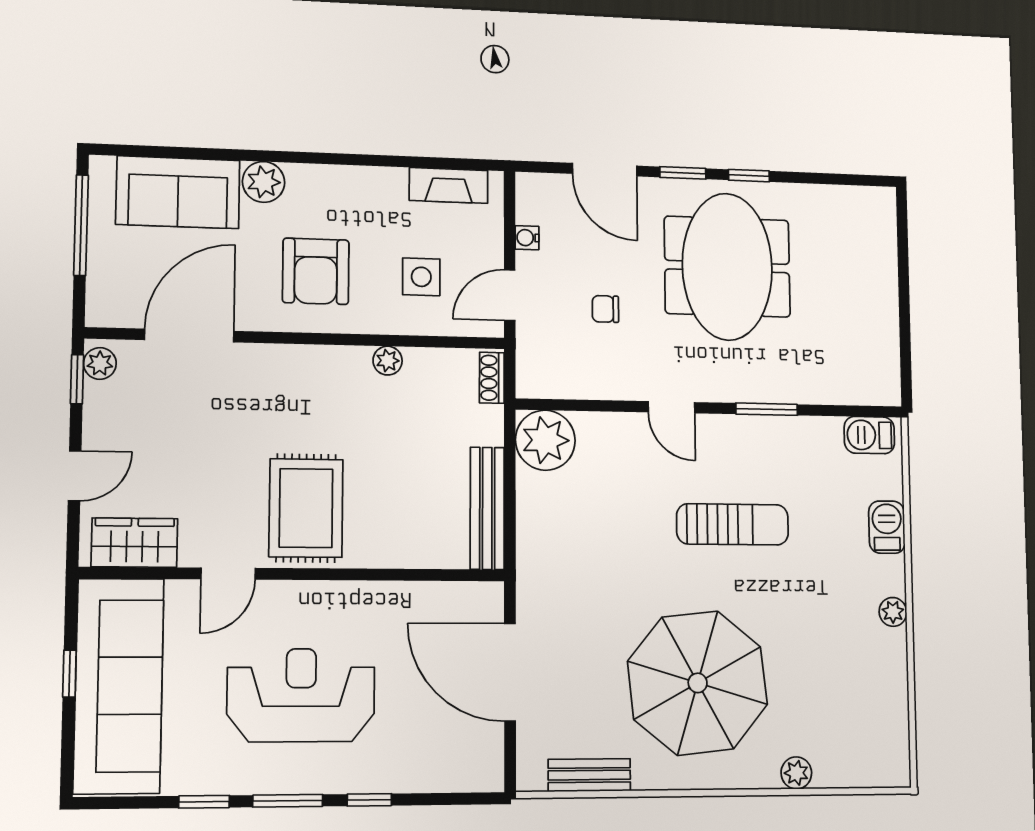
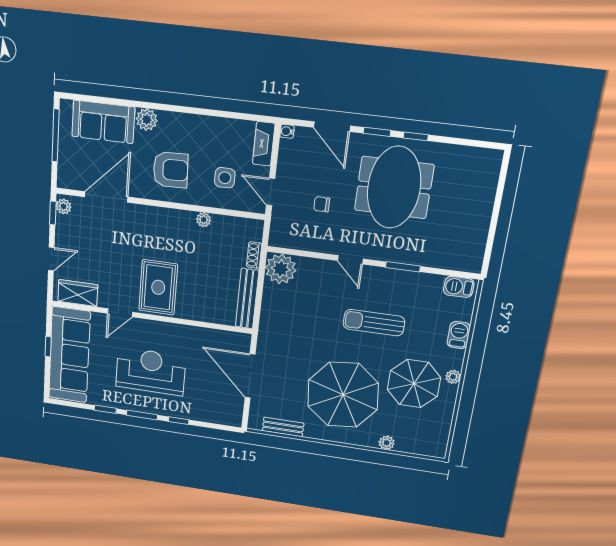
fireplace: (449, 185) -> (264, 144), moved, turned 90
water cooler: (527, 238) -> (287, 131), moved
armchair: (316, 271) -> (171, 170), turned -92
door: (510, 295) -> (271, 192), hinge flipped
shoe rack: (492, 378) -> (254, 255), moved
sun lounger: (733, 524) -> (374, 323), turned 180
parasol: (825, 637) -> (414, 384), added

